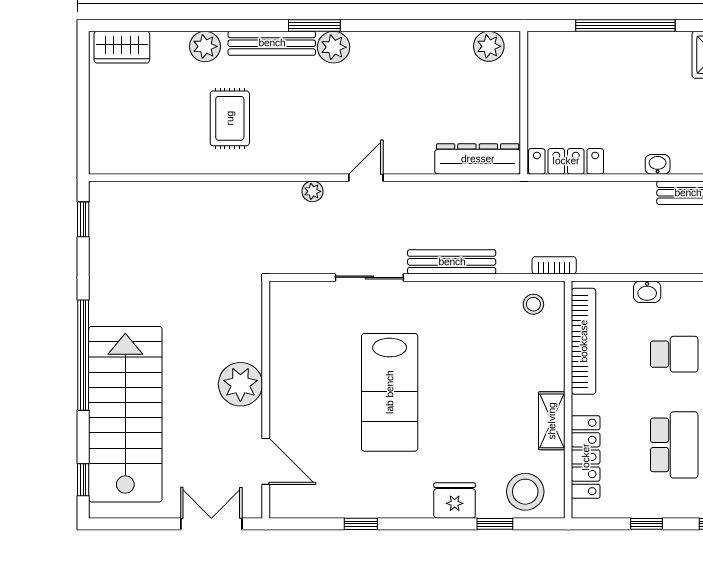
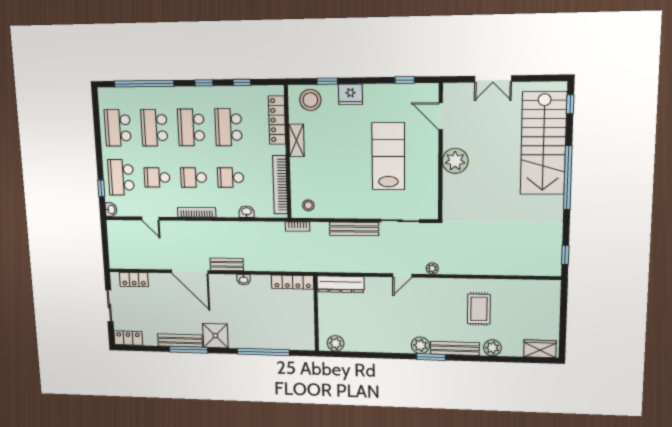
plant: (240, 384) -> (455, 161), moved
wall: (266, 400) -> (440, 152), moved
door: (266, 461) -> (441, 116), moved

